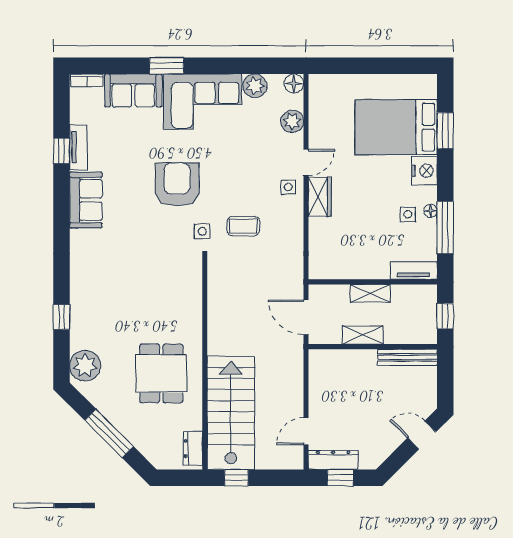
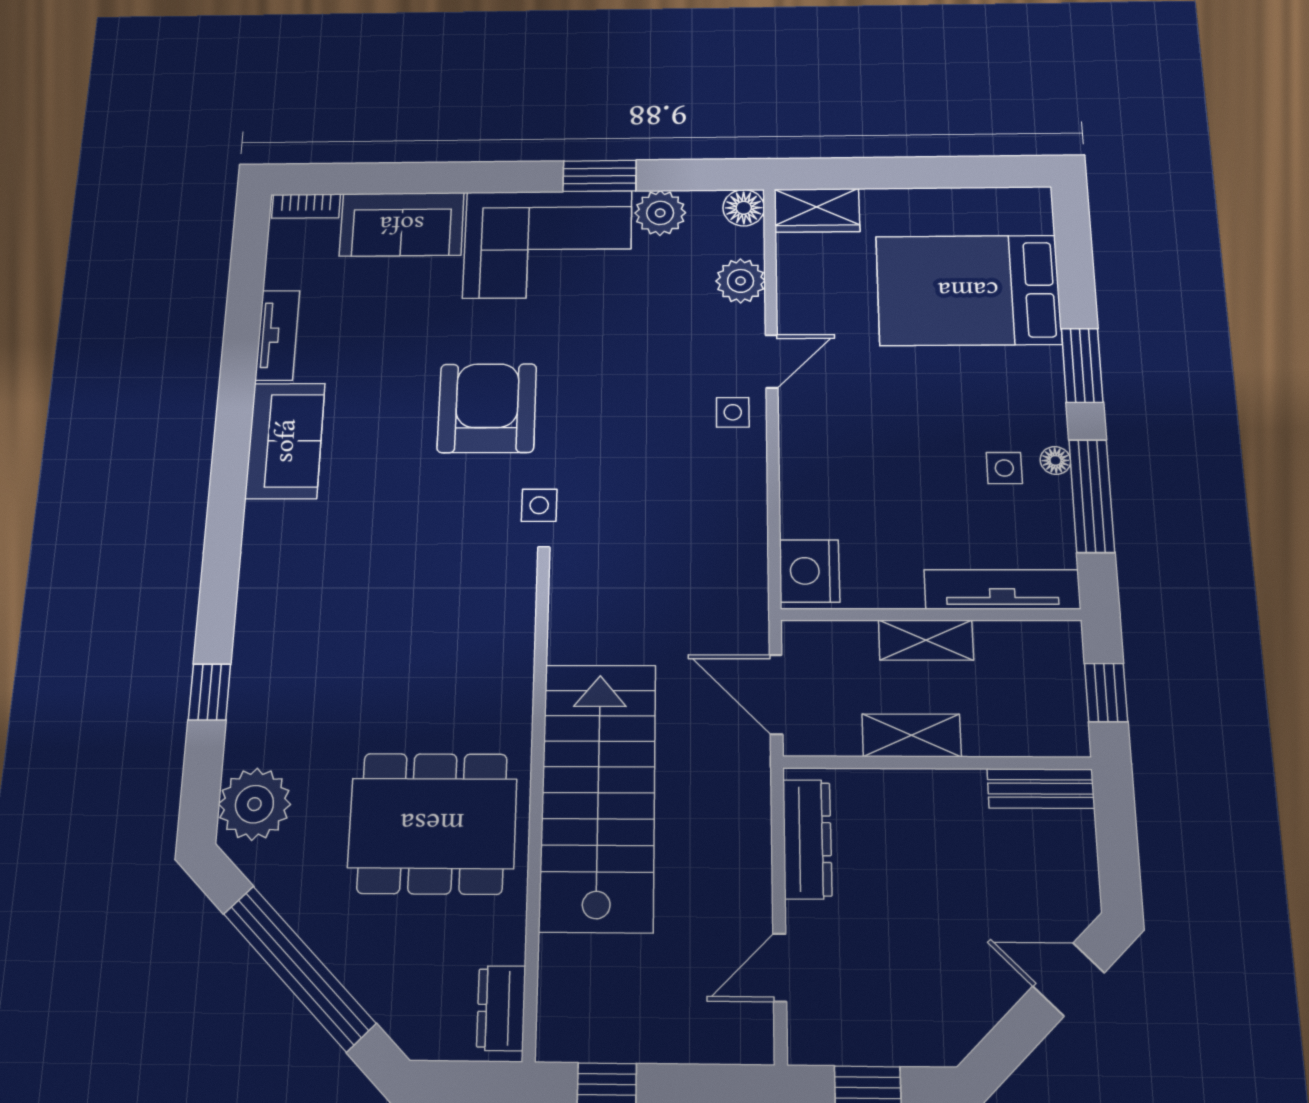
window: (167, 66) -> (600, 176), moved
window: (445, 131) -> (1082, 365), moved
window: (62, 151) -> (241, 342), removed
nightstand: (424, 171) -> (809, 571), moved, turned 180
wardrobe: (320, 197) -> (817, 210), moved, turned 90
coffee table: (243, 226) -> (632, 494), removed
tv unit: (414, 270) -> (1002, 589), width x1.41
bench: (407, 357) -> (1041, 789), width x0.73
dining table: (161, 373) -> (432, 823), width x1.38
stairs: (231, 413) -> (598, 796), moved
window: (109, 433) -> (299, 968), width x1.46
dresser: (333, 460) -> (807, 839), moved, turned 90

